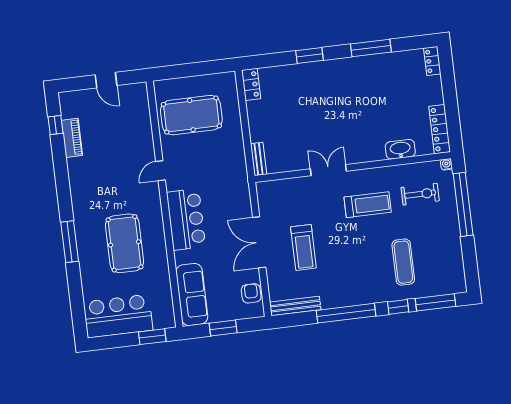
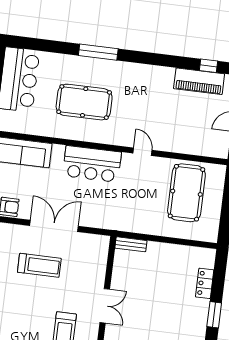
locker: (251, 84) -> (205, 283), moved, turned 90
piano: (72, 138) -> (199, 81), width x1.37, depth x1.33
treadmill: (303, 247) -> (39, 265), turned 180

